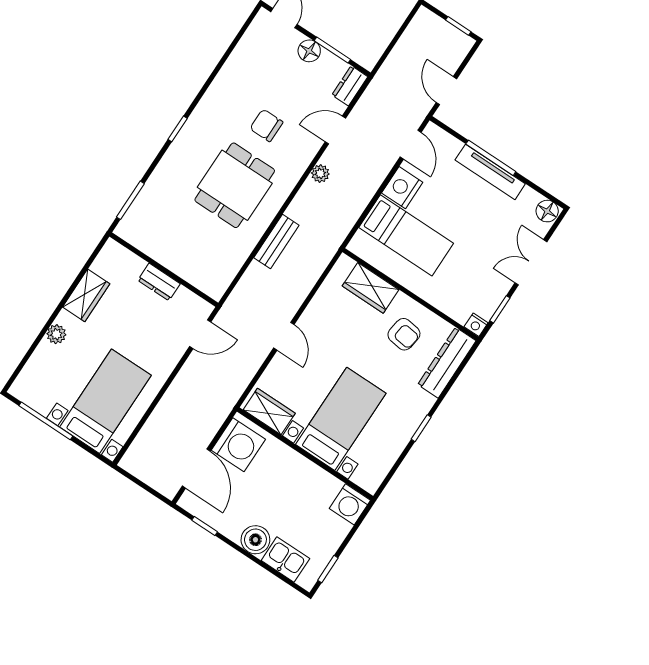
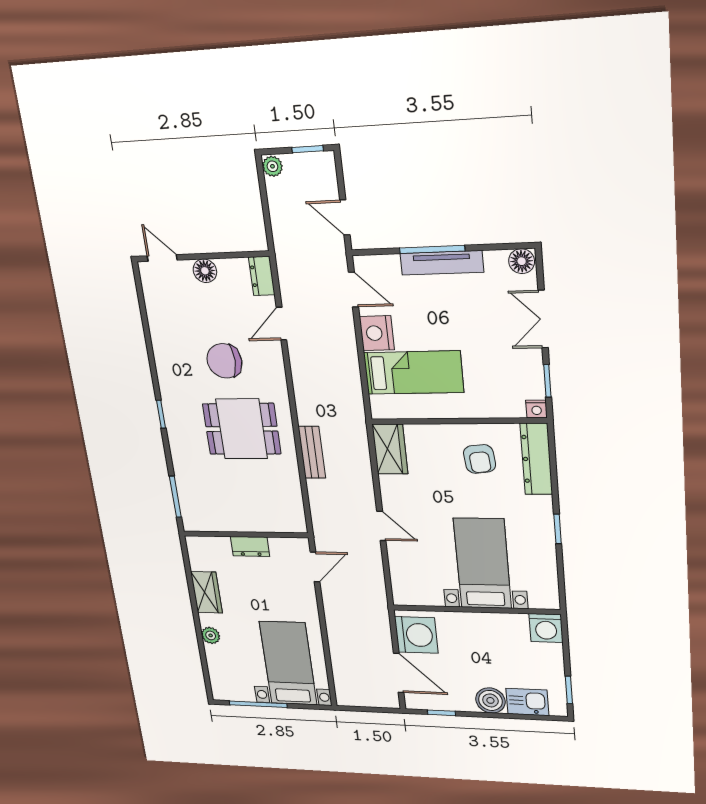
window: (332, 50) -> (222, 255), removed
chair: (266, 125) -> (224, 361), width x1.37, depth x1.37
plant: (320, 174) -> (272, 166), moved
dining table: (235, 185) -> (242, 429), turned 90
wardrobe: (370, 288) -> (390, 449), moved, turned -90
armchair: (404, 334) -> (479, 459), turned 76
wardrobe: (269, 411) -> (419, 594), removed

